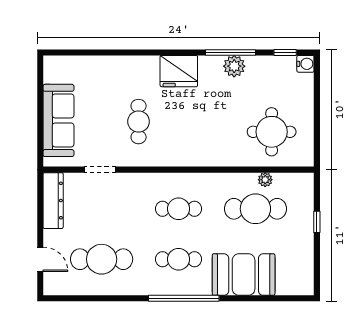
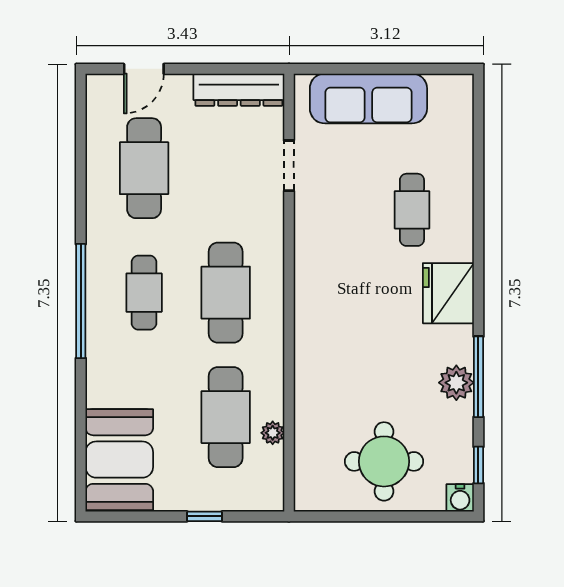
cafe table: (139, 122) -> (412, 210), moved, turned 90
round table: (272, 132) -> (384, 461), moved
cafe table: (179, 209) -> (226, 293), width x1.37, depth x1.35
booth: (244, 275) -> (119, 460), moved

